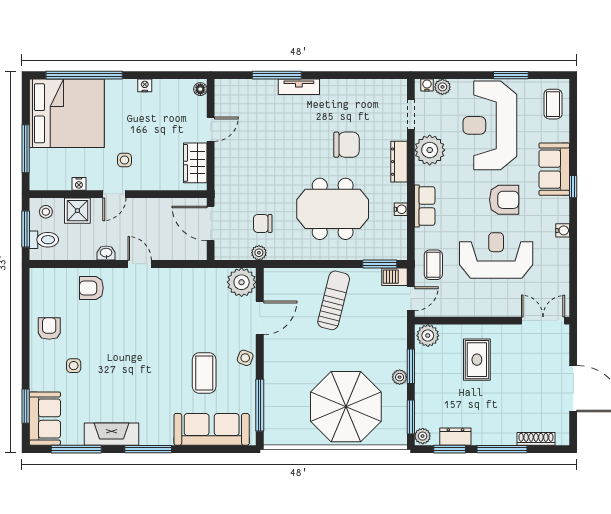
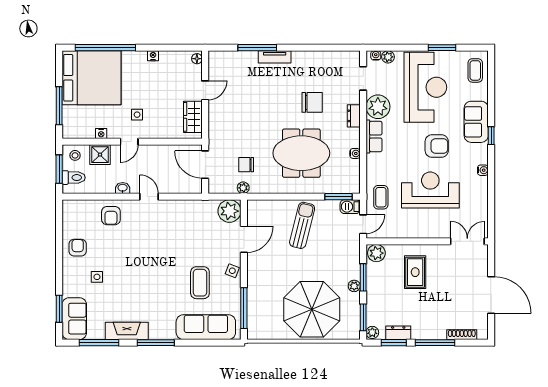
reception desk: (490, 125) -> (425, 87), turned 180
dresser: (399, 162) -> (354, 116), width x0.70
row of seats: (425, 206) -> (374, 136), moved
armchair: (91, 288) -> (111, 216), turned -90

